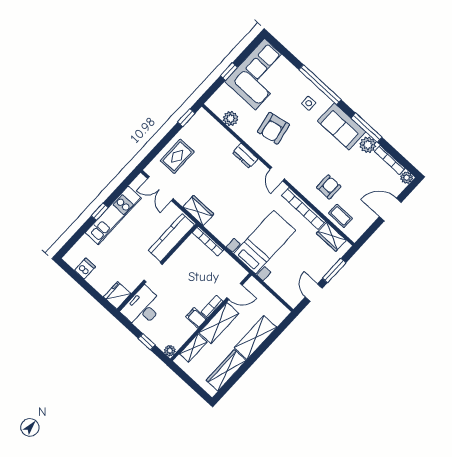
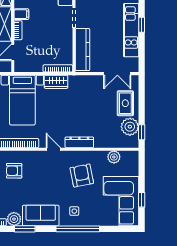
window: (229, 72) -> (142, 200), moved
window: (366, 128) -> (25, 229), width x0.69
plant: (192, 132) -> (130, 127), added
dresser: (245, 156) -> (79, 142), width x1.44
armchair: (329, 187) -> (14, 171), turned 90
double door: (160, 189) -> (117, 74), swing flipped
wardrobe: (198, 210) -> (56, 82), moved

